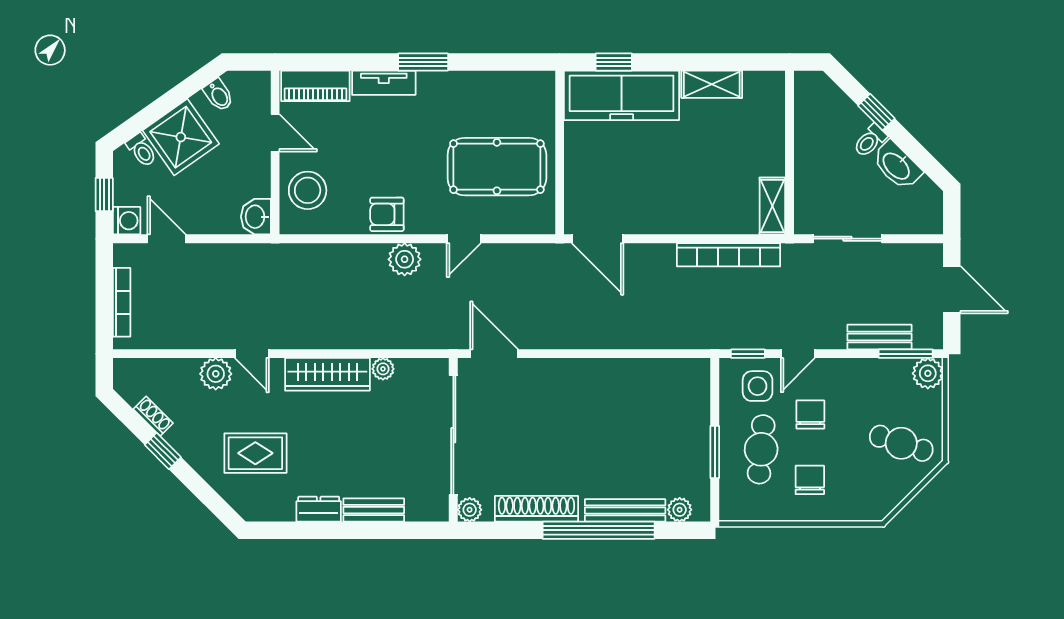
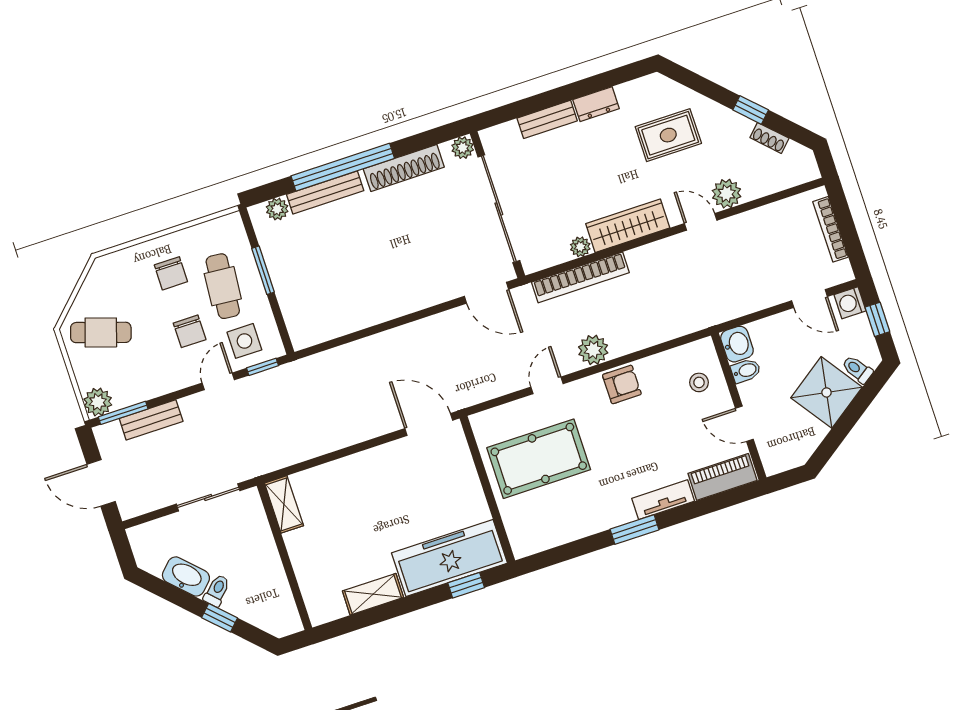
bidet: (219, 95) -> (746, 371), moved, turned 125
stool: (308, 190) -> (699, 382), width x0.53, depth x0.53
bookcase: (728, 255) -> (580, 277), moved, turned 180

